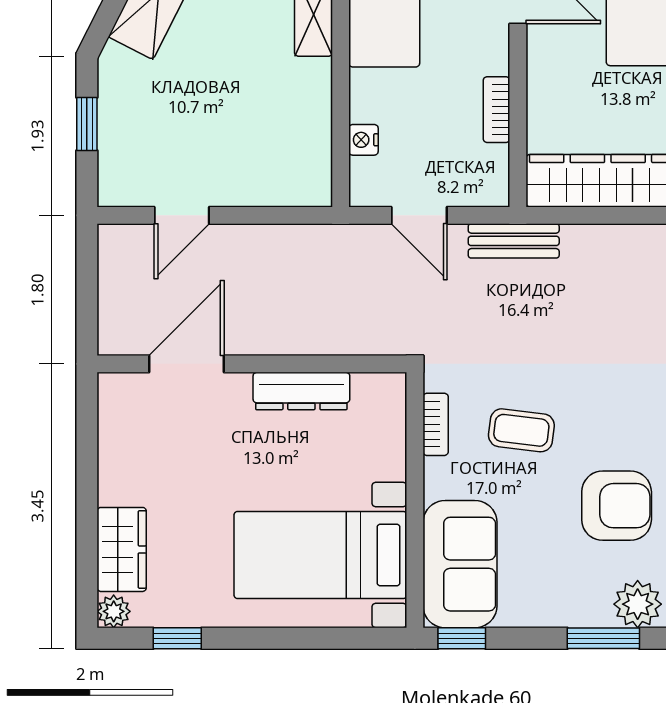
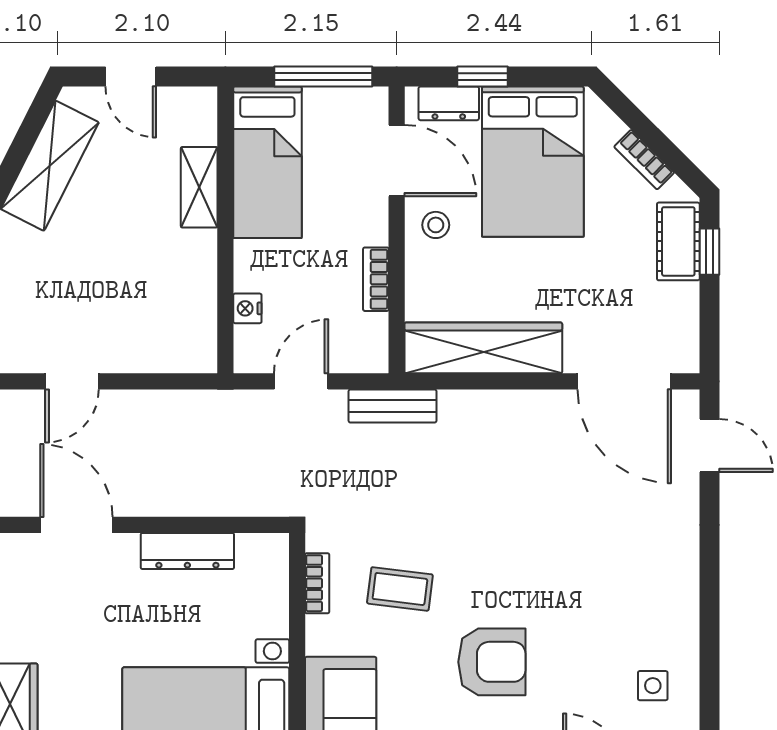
stool: (558, 53) -> (436, 225), added
door: (419, 215) -> (301, 381), swing flipped
door: (186, 364) -> (76, 525), hinge flipped

